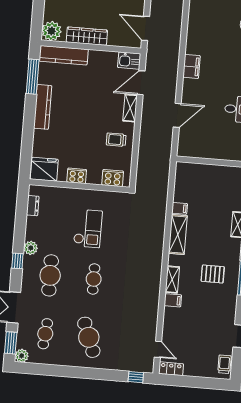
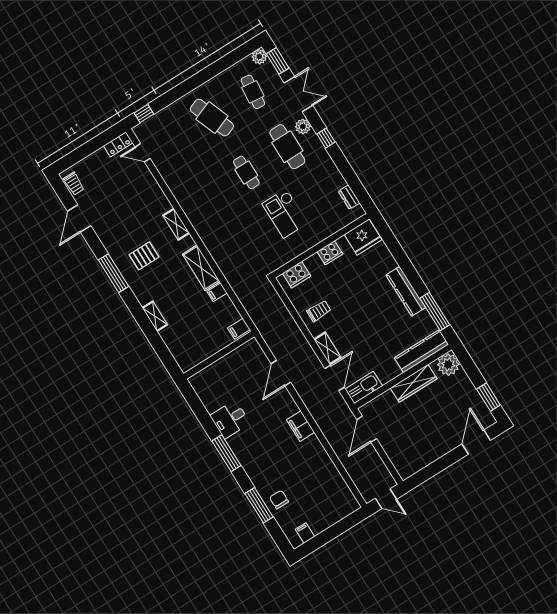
door: (145, 28) -> (367, 429), swing flipped
kitchen sink: (129, 61) -> (364, 387), width x1.38
plant: (31, 248) -> (303, 127), moved
filing cabinet: (173, 300) -> (239, 329), moved

